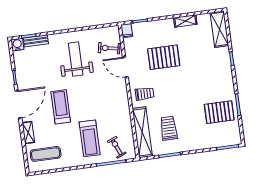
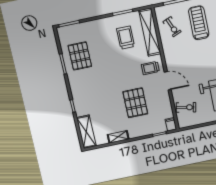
pallet: (164, 57) -> (135, 103), turned 90
door: (125, 67) -> (168, 81), moved
pallet: (219, 112) -> (80, 56), turned 90
trolley: (169, 128) -> (126, 38), turned 180
exercise bike: (117, 147) -> (172, 27), moved

